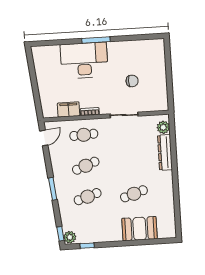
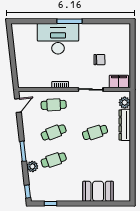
filing cabinet: (69, 109) -> (119, 82), moved
cafe table: (134, 194) -> (95, 132), moved
plant: (70, 237) -> (32, 166), moved

